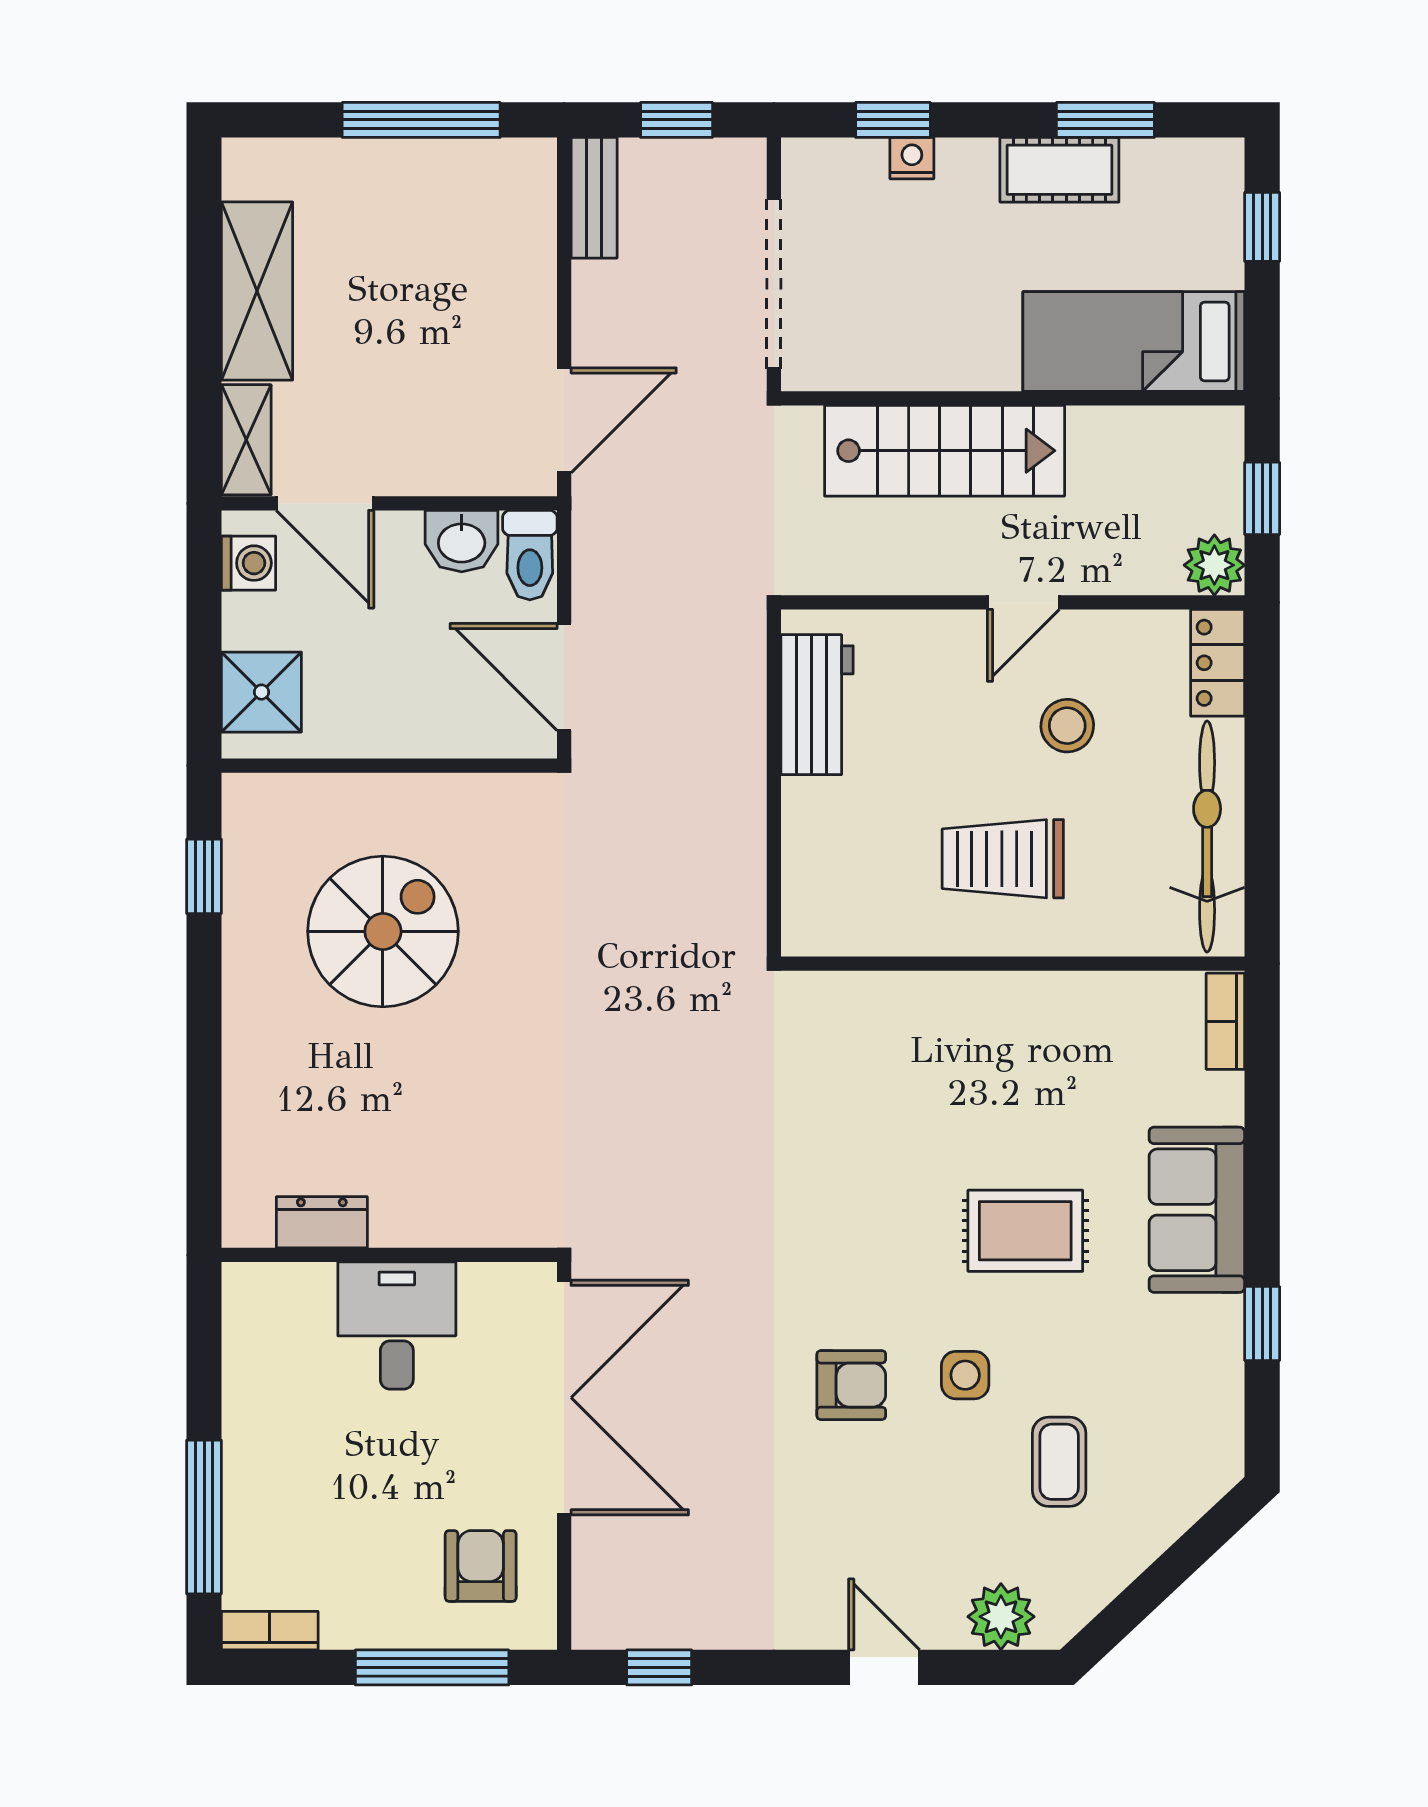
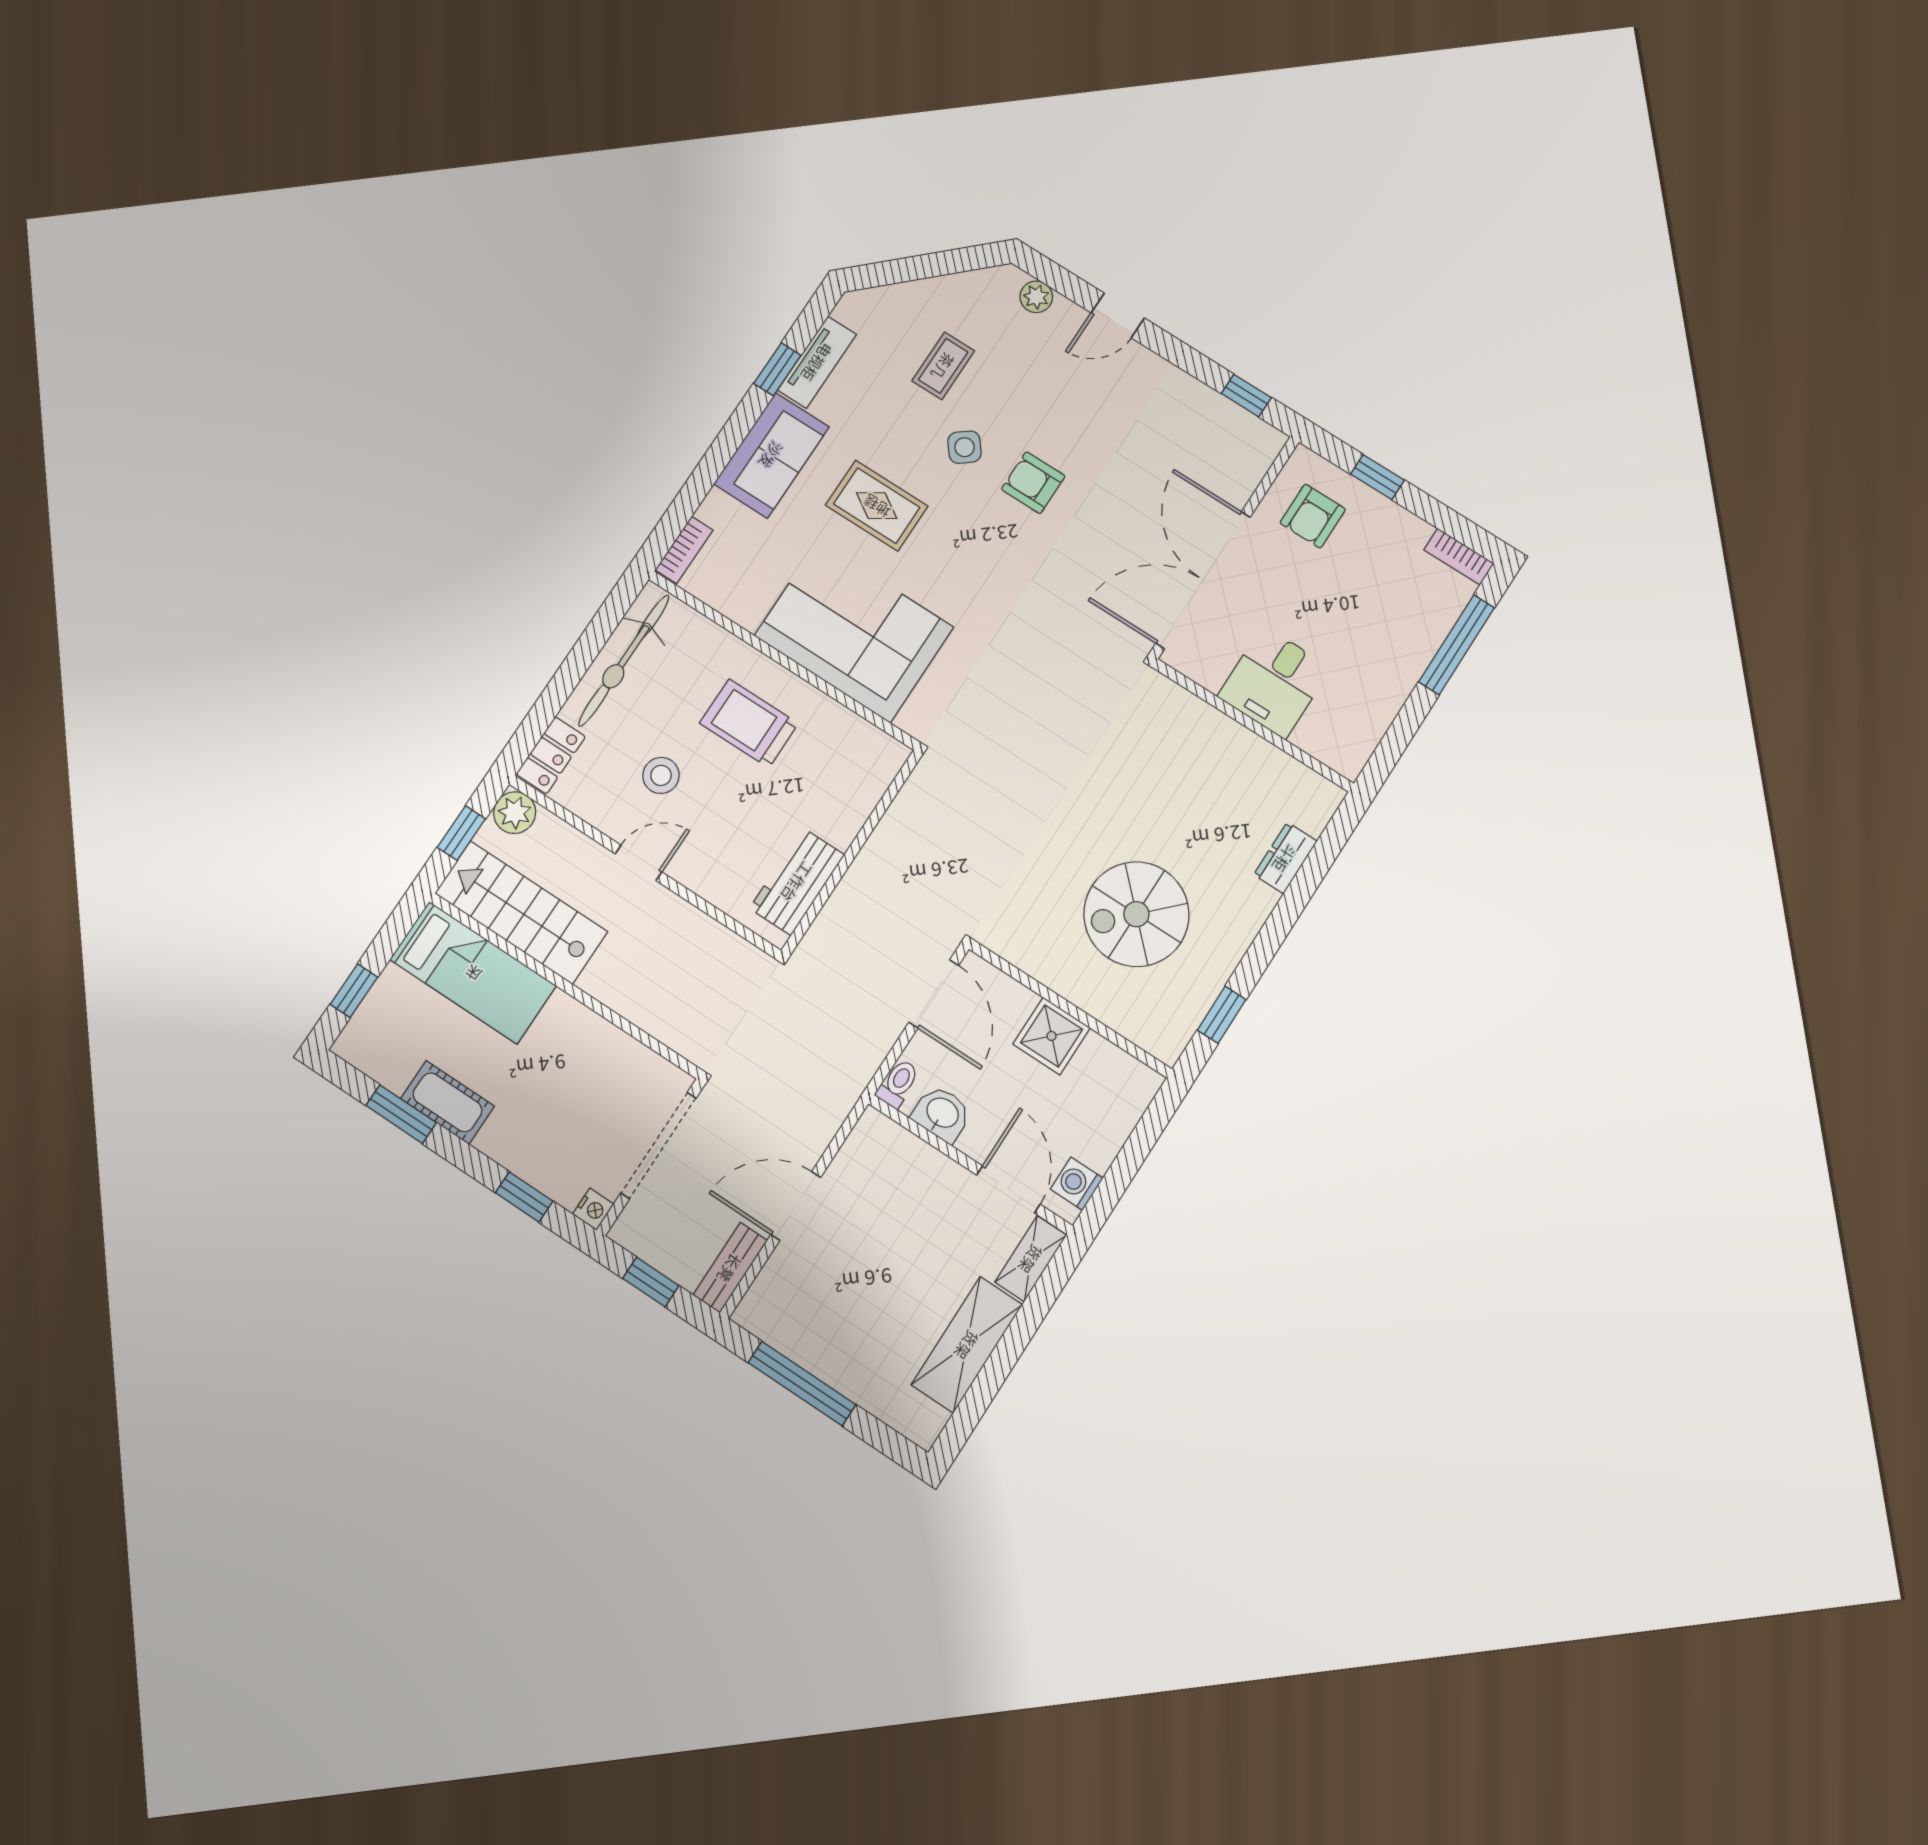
nightstand: (912, 158) -> (593, 1209), moved, turned -90
door: (564, 420) -> (796, 1206), moved
stairs: (945, 451) -> (521, 913), moved
toilet: (530, 555) -> (898, 1083), width x0.73, depth x0.72
shower: (261, 692) -> (1052, 1036), moved
trolley: (1003, 859) -> (749, 723), turned 180
corner sofa: (950, 1055) -> (854, 631), added
dresser: (322, 1222) -> (1285, 858), moved, turned 90
tv unit: (1219, 1365) -> (817, 362), added
side table: (965, 1375) -> (965, 447), turned -38
plant: (1001, 1617) -> (1036, 297), width x0.73, depth x0.73
window: (432, 1667) -> (1377, 477), width x0.46
door: (884, 1667) -> (1118, 315), hinge flipped

